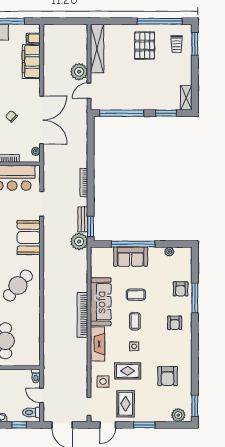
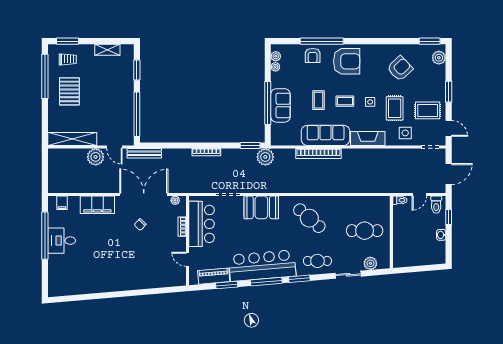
pallet: (145, 46) -> (69, 91), turned 90
filing cabinet: (31, 61) -> (97, 205), moved
shelving: (186, 98) -> (107, 50), moved
bench: (83, 219) -> (144, 153), moved, width x1.36
plant: (180, 252) -> (276, 56), added
armchair: (181, 289) -> (313, 55), turned 90
window: (195, 298) -> (322, 41), width x1.46
bookcase: (82, 315) -> (319, 154), moved
armchair: (175, 323) -> (347, 61), width x1.88, depth x1.88
armchair: (168, 376) -> (400, 68), turned -43

